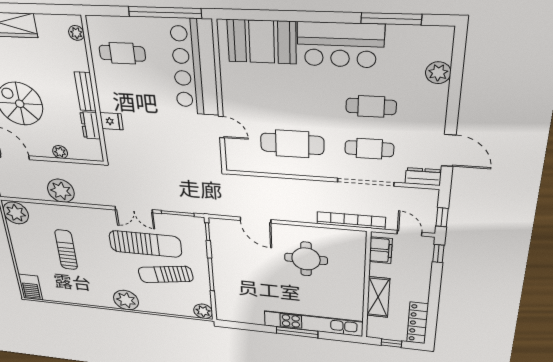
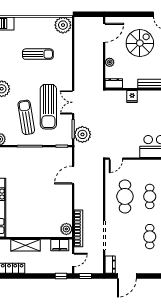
dresser: (90, 125) -> (114, 83), moved
door: (221, 127) -> (116, 159), moved
cafe table: (369, 149) -> (150, 196), moved
plant: (61, 191) -> (82, 134), moved
plant: (352, 238) -> (66, 229), added
round table: (306, 259) -> (49, 203), removed

